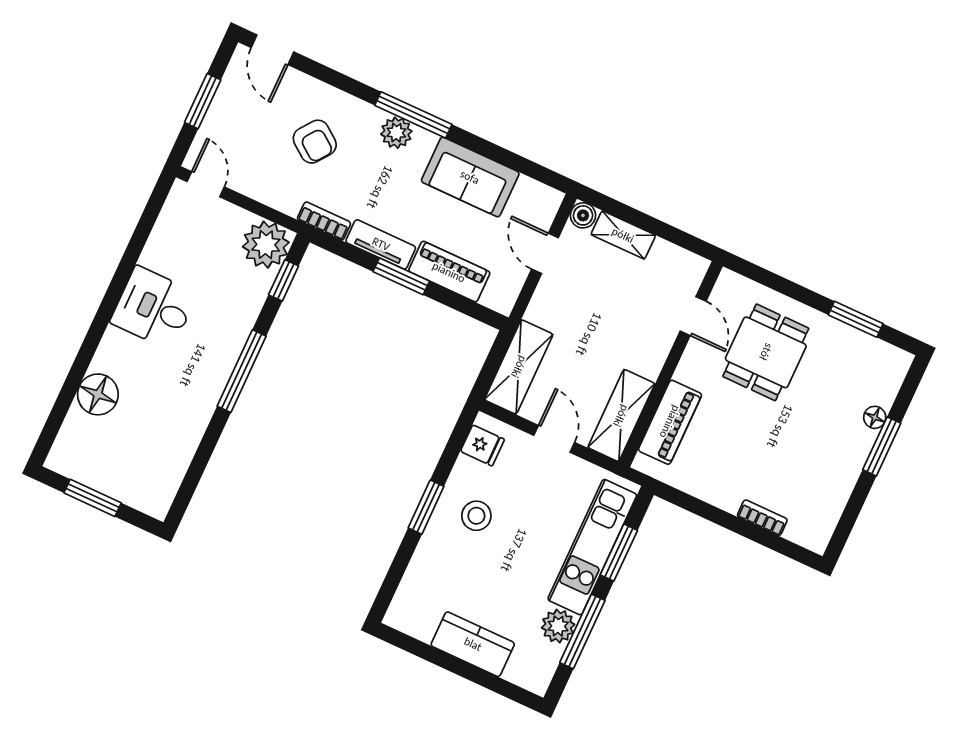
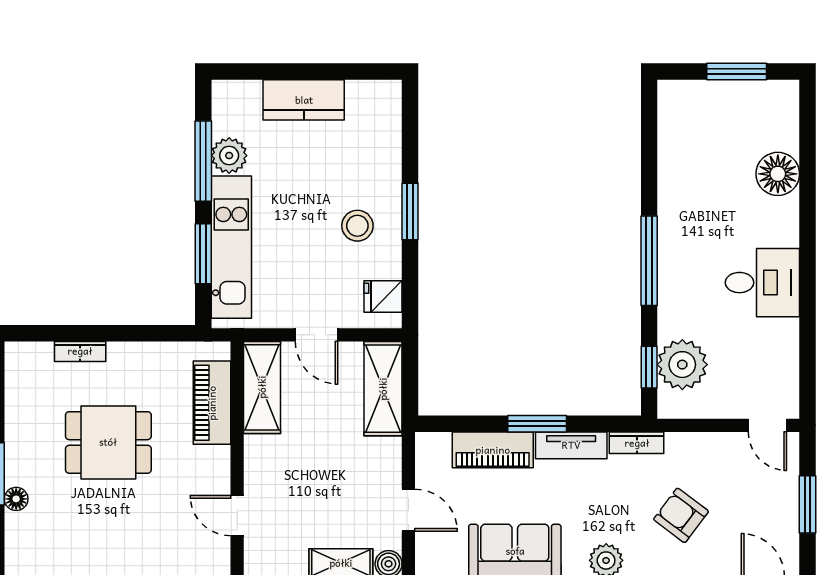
plant: (266, 245) -> (682, 365), moved
dining table: (766, 352) -> (108, 442), moved, turned 90

